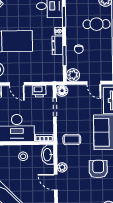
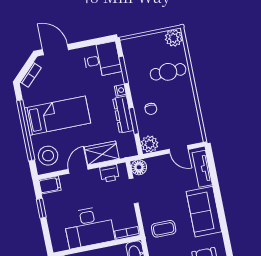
dresser: (57, 45) -> (123, 115), width x1.44
wardrobe: (36, 75) -> (102, 153), added
door: (17, 84) -> (78, 169), swing flipped

